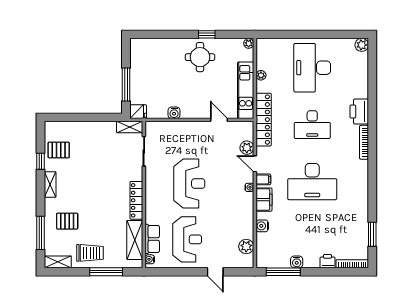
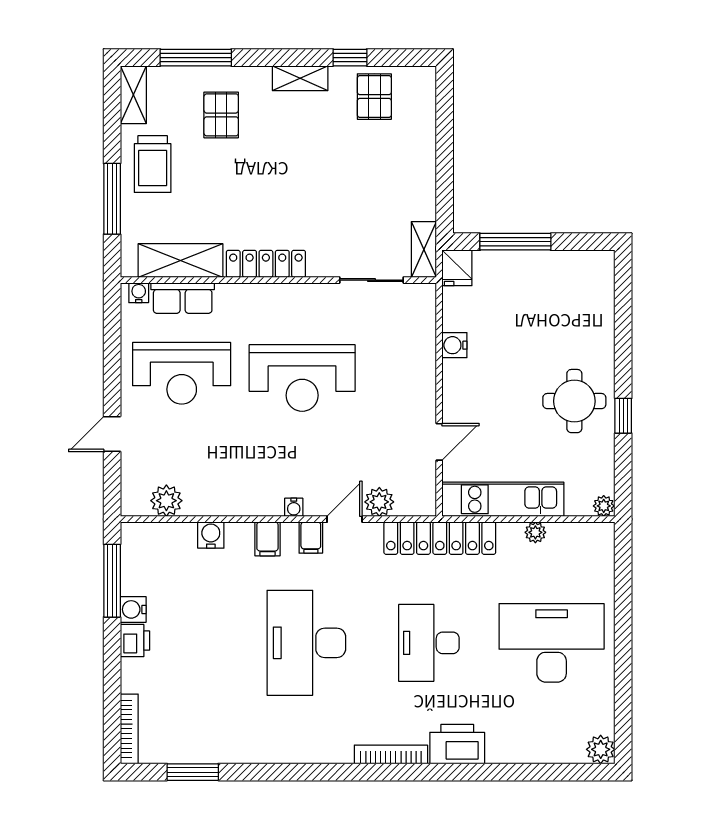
filing cabinet: (264, 200) -> (267, 539), width x0.50
printer: (328, 261) -> (135, 641), moved

